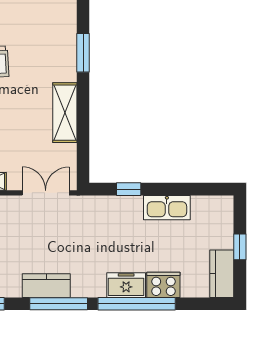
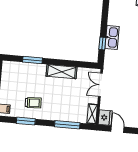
kitchen sink: (167, 208) -> (112, 37), moved

